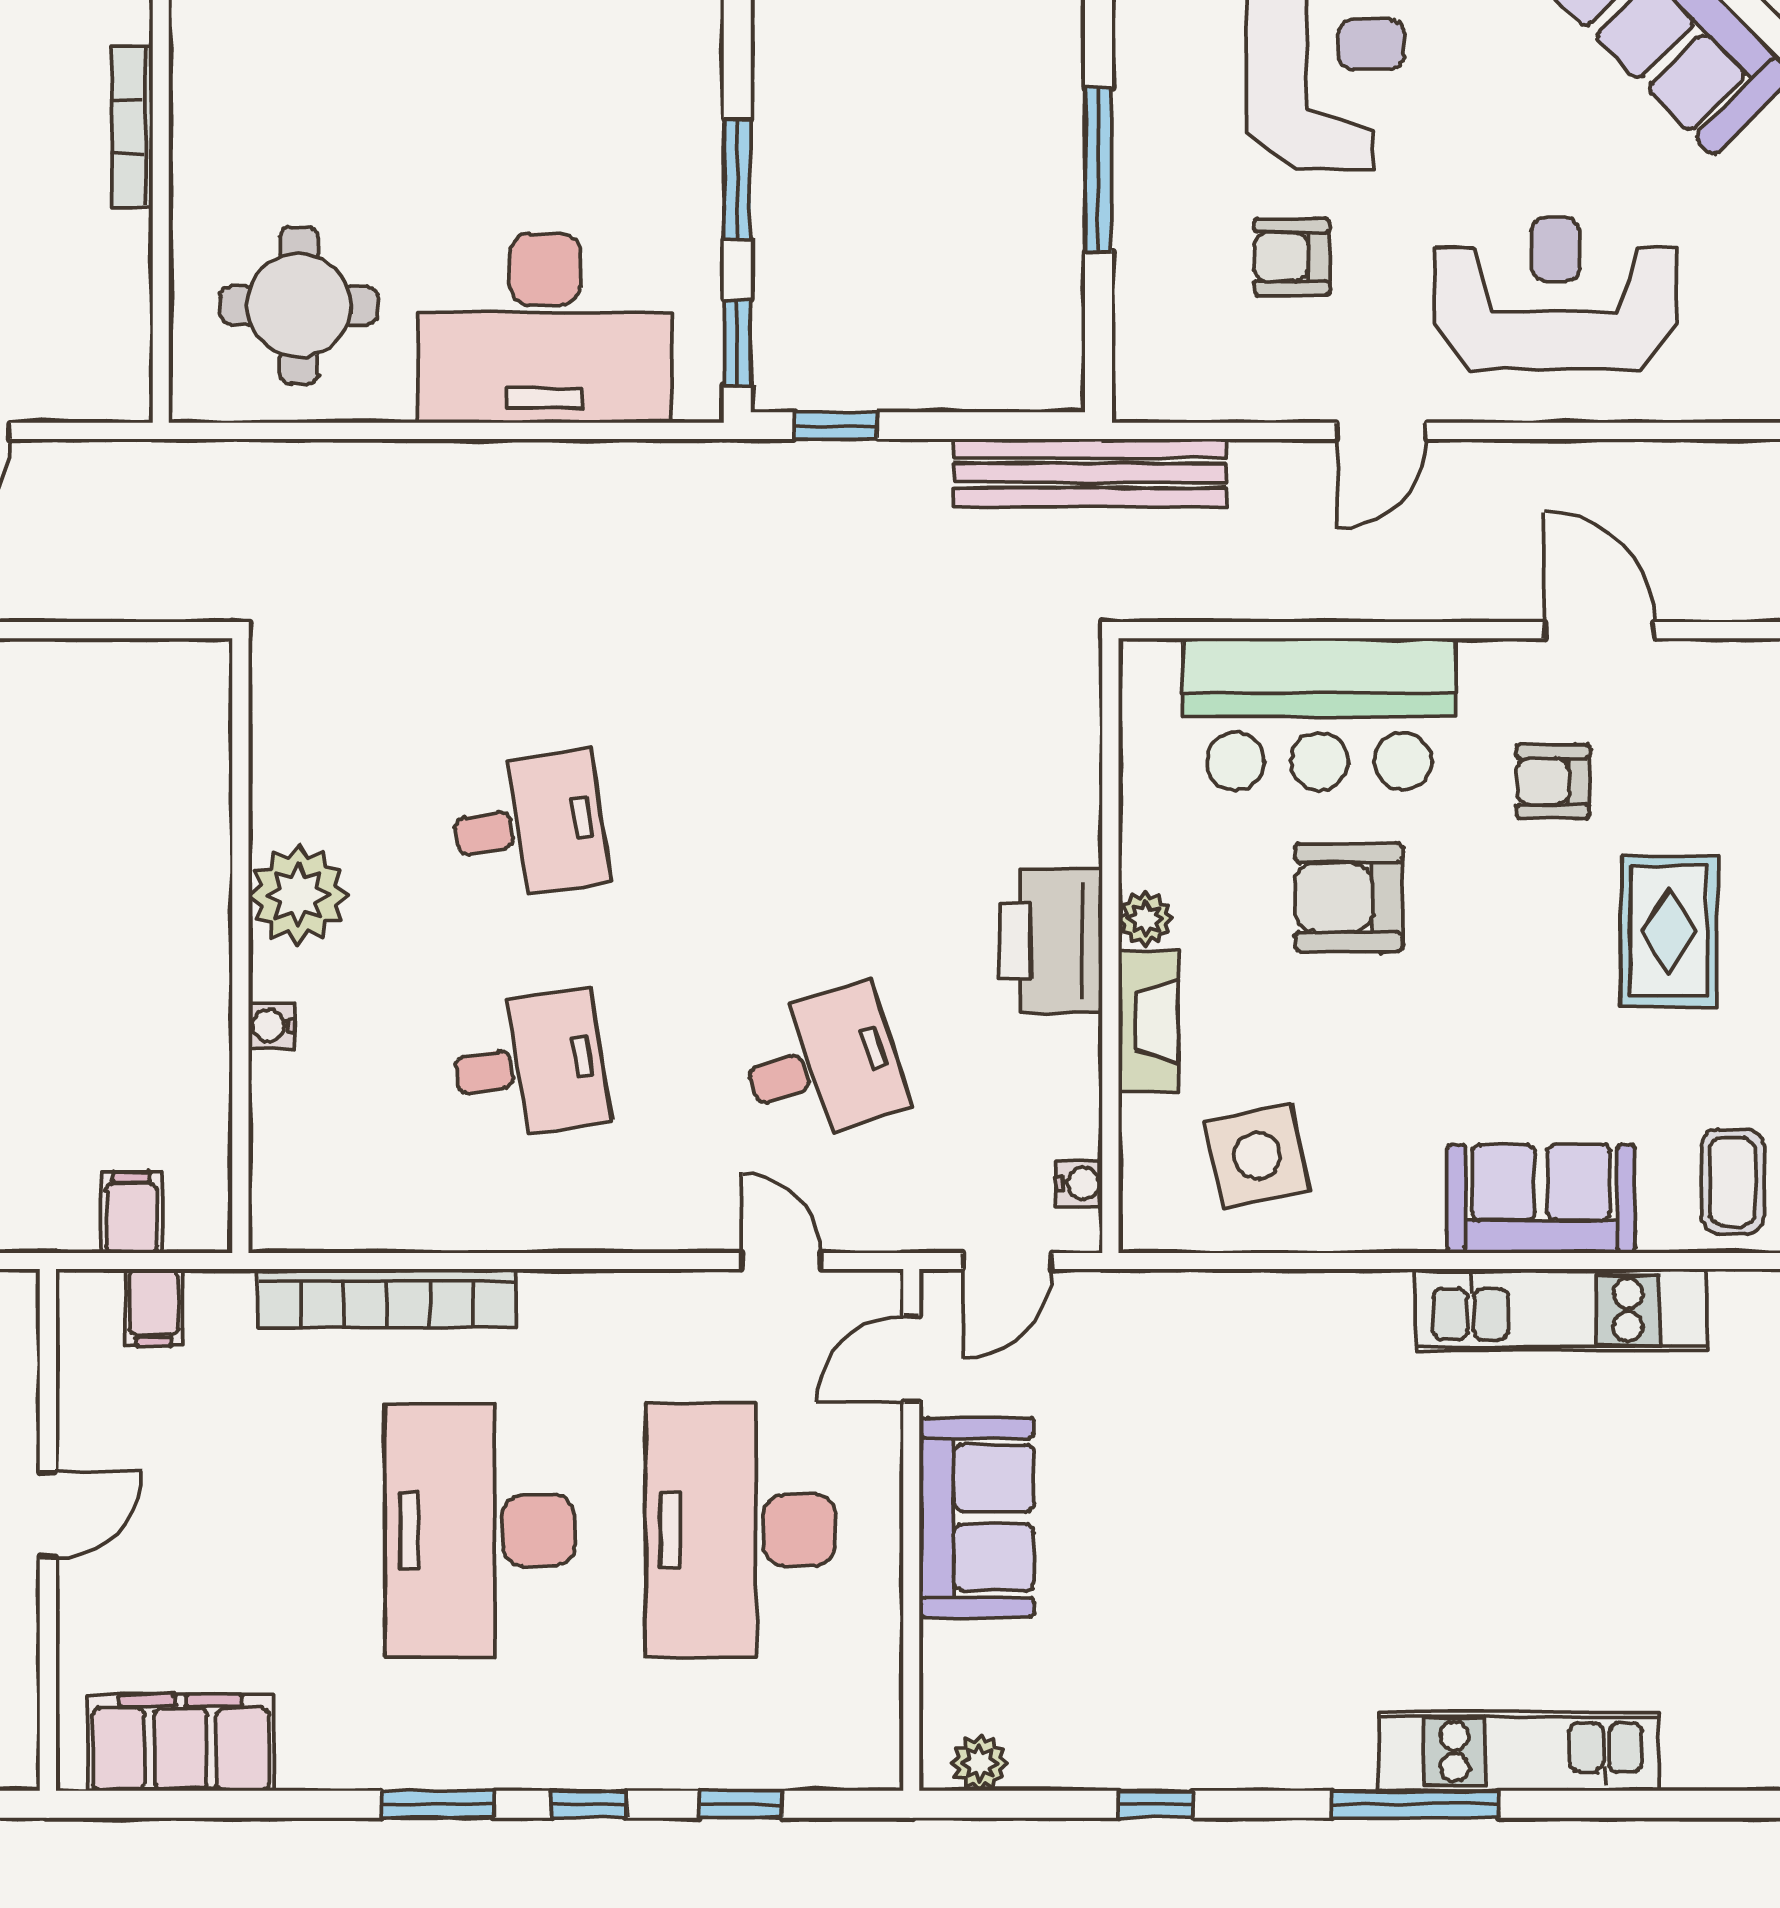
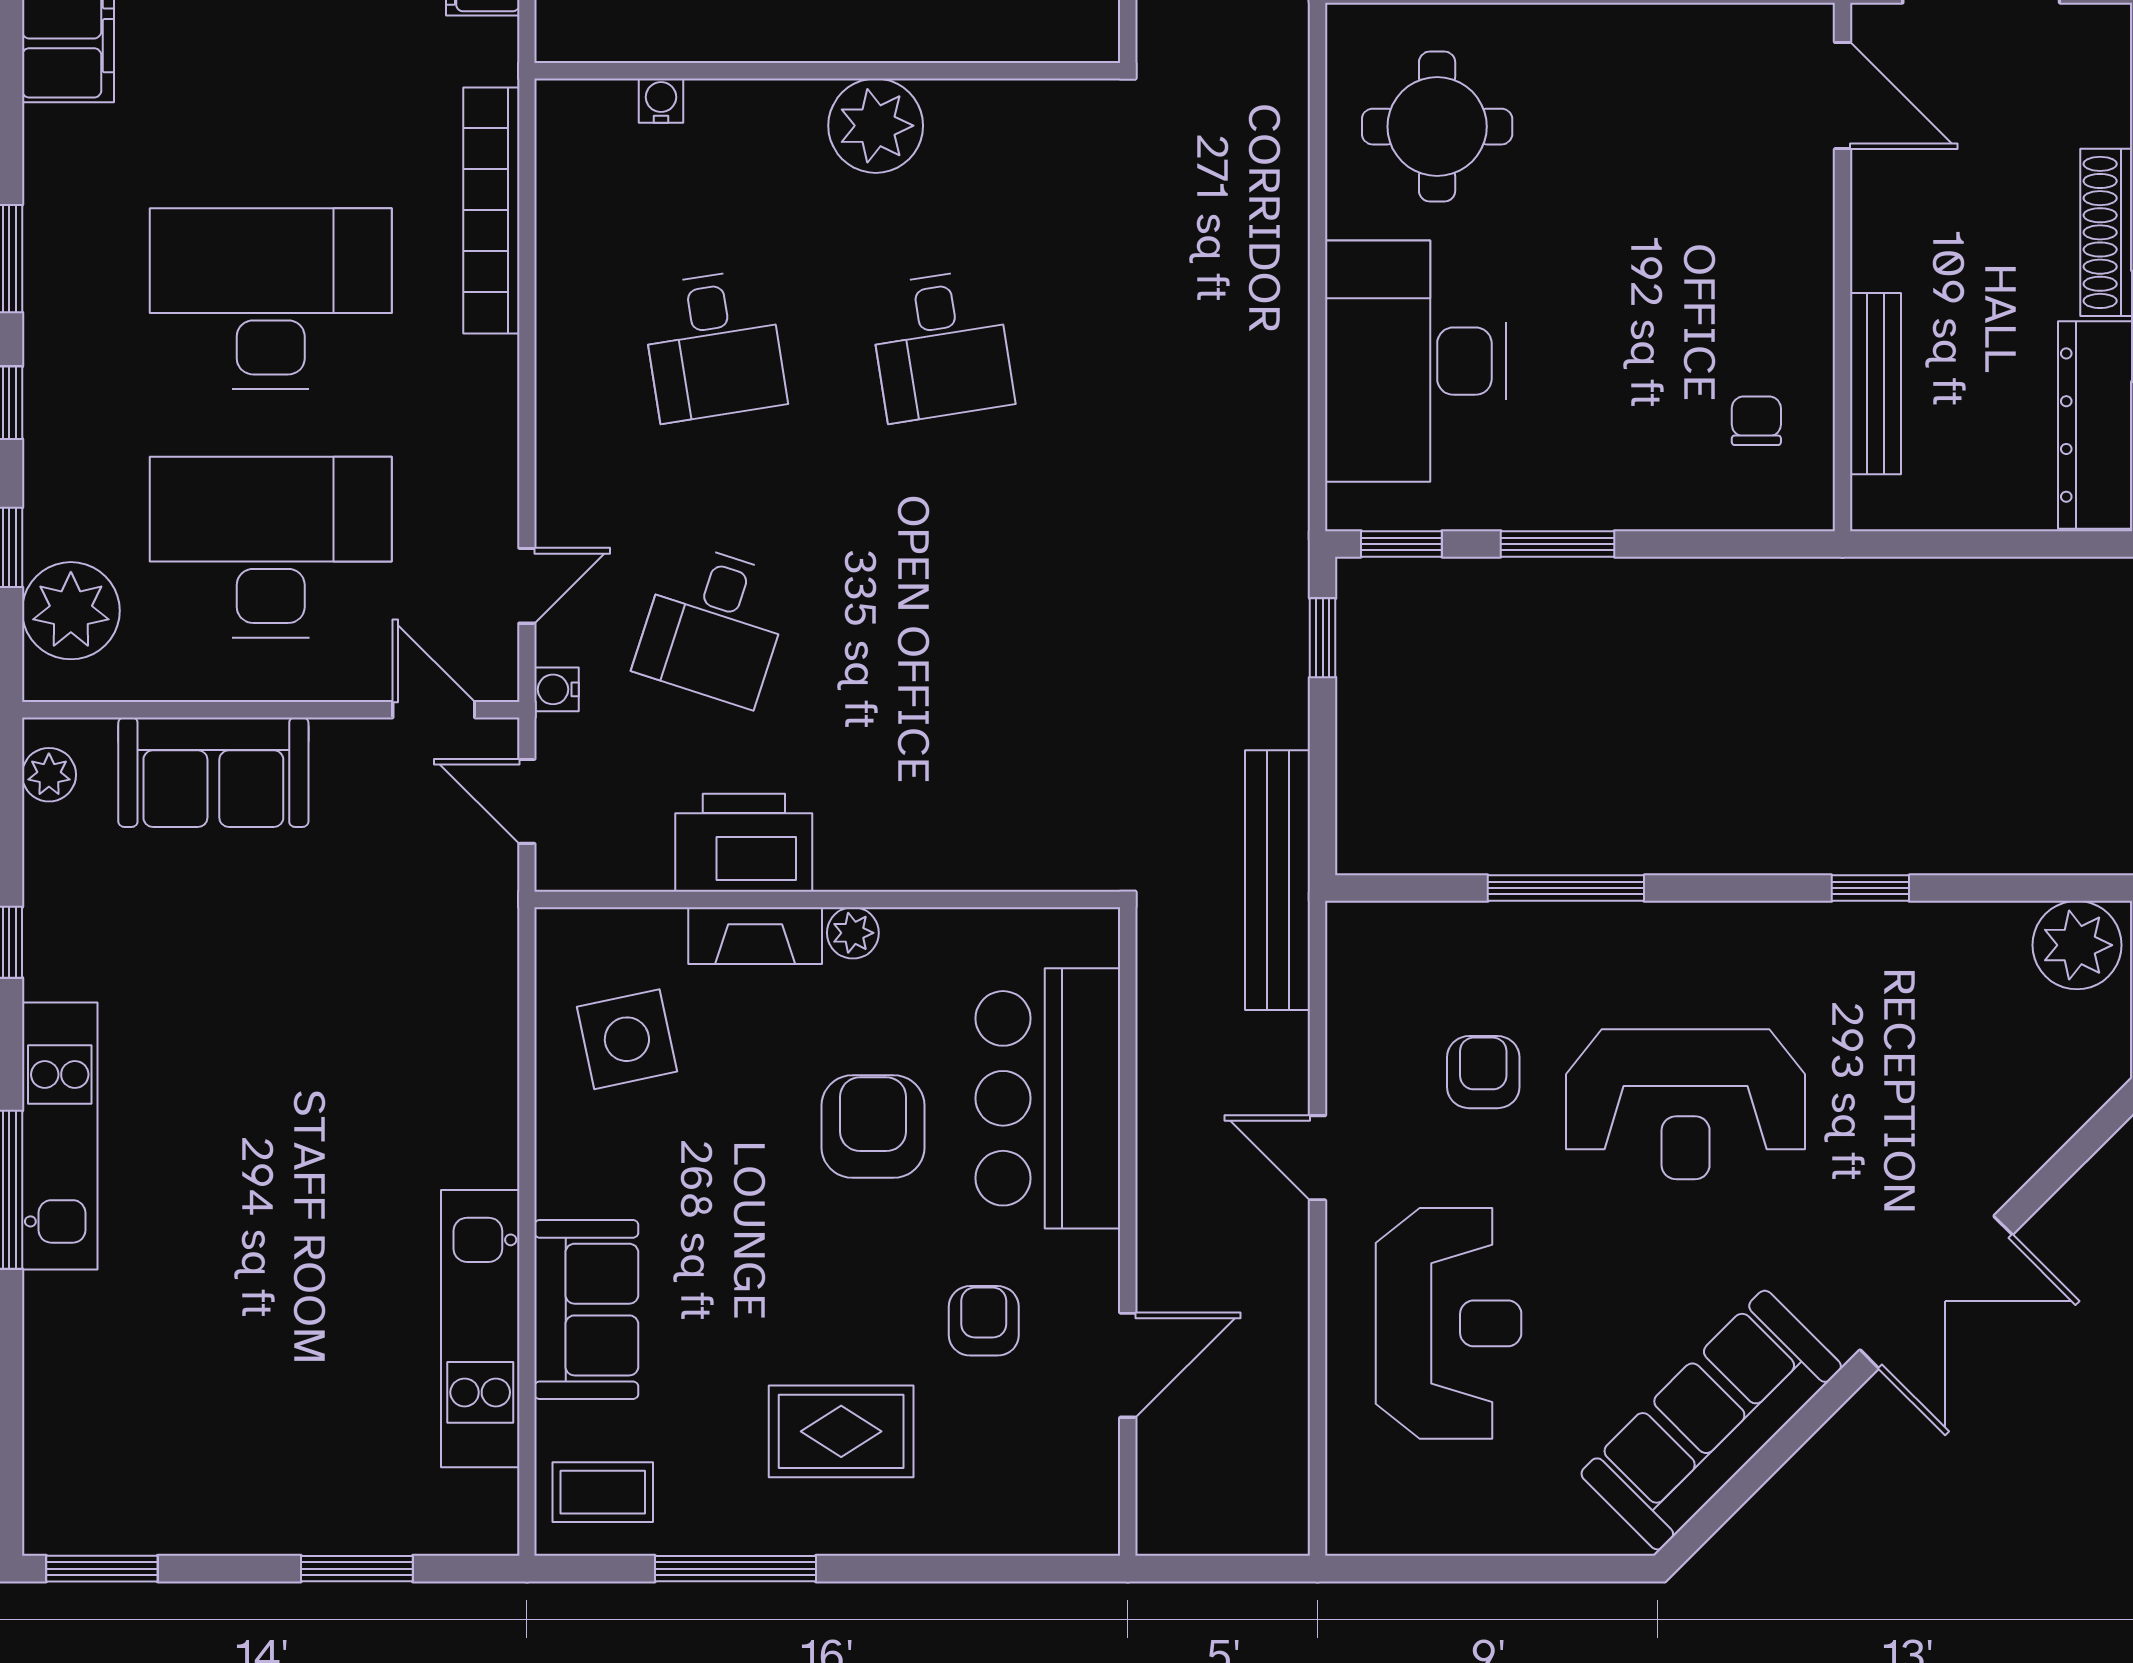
printer: (1051, 941) -> (744, 843), moved
water cooler: (272, 1026) -> (661, 101), moved
desk: (822, 1065) -> (714, 625), turned 36
water cooler: (1079, 1184) -> (557, 689), moved, turned 90
sofa: (977, 1518) -> (213, 772), moved
plant: (807, 1740) -> (71, 611), added
kitchen unit: (1519, 1751) -> (60, 1136), moved

